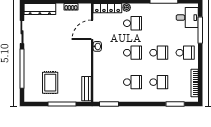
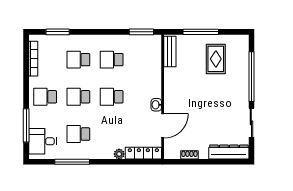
school desk: (133, 23) -> (78, 134), moved

